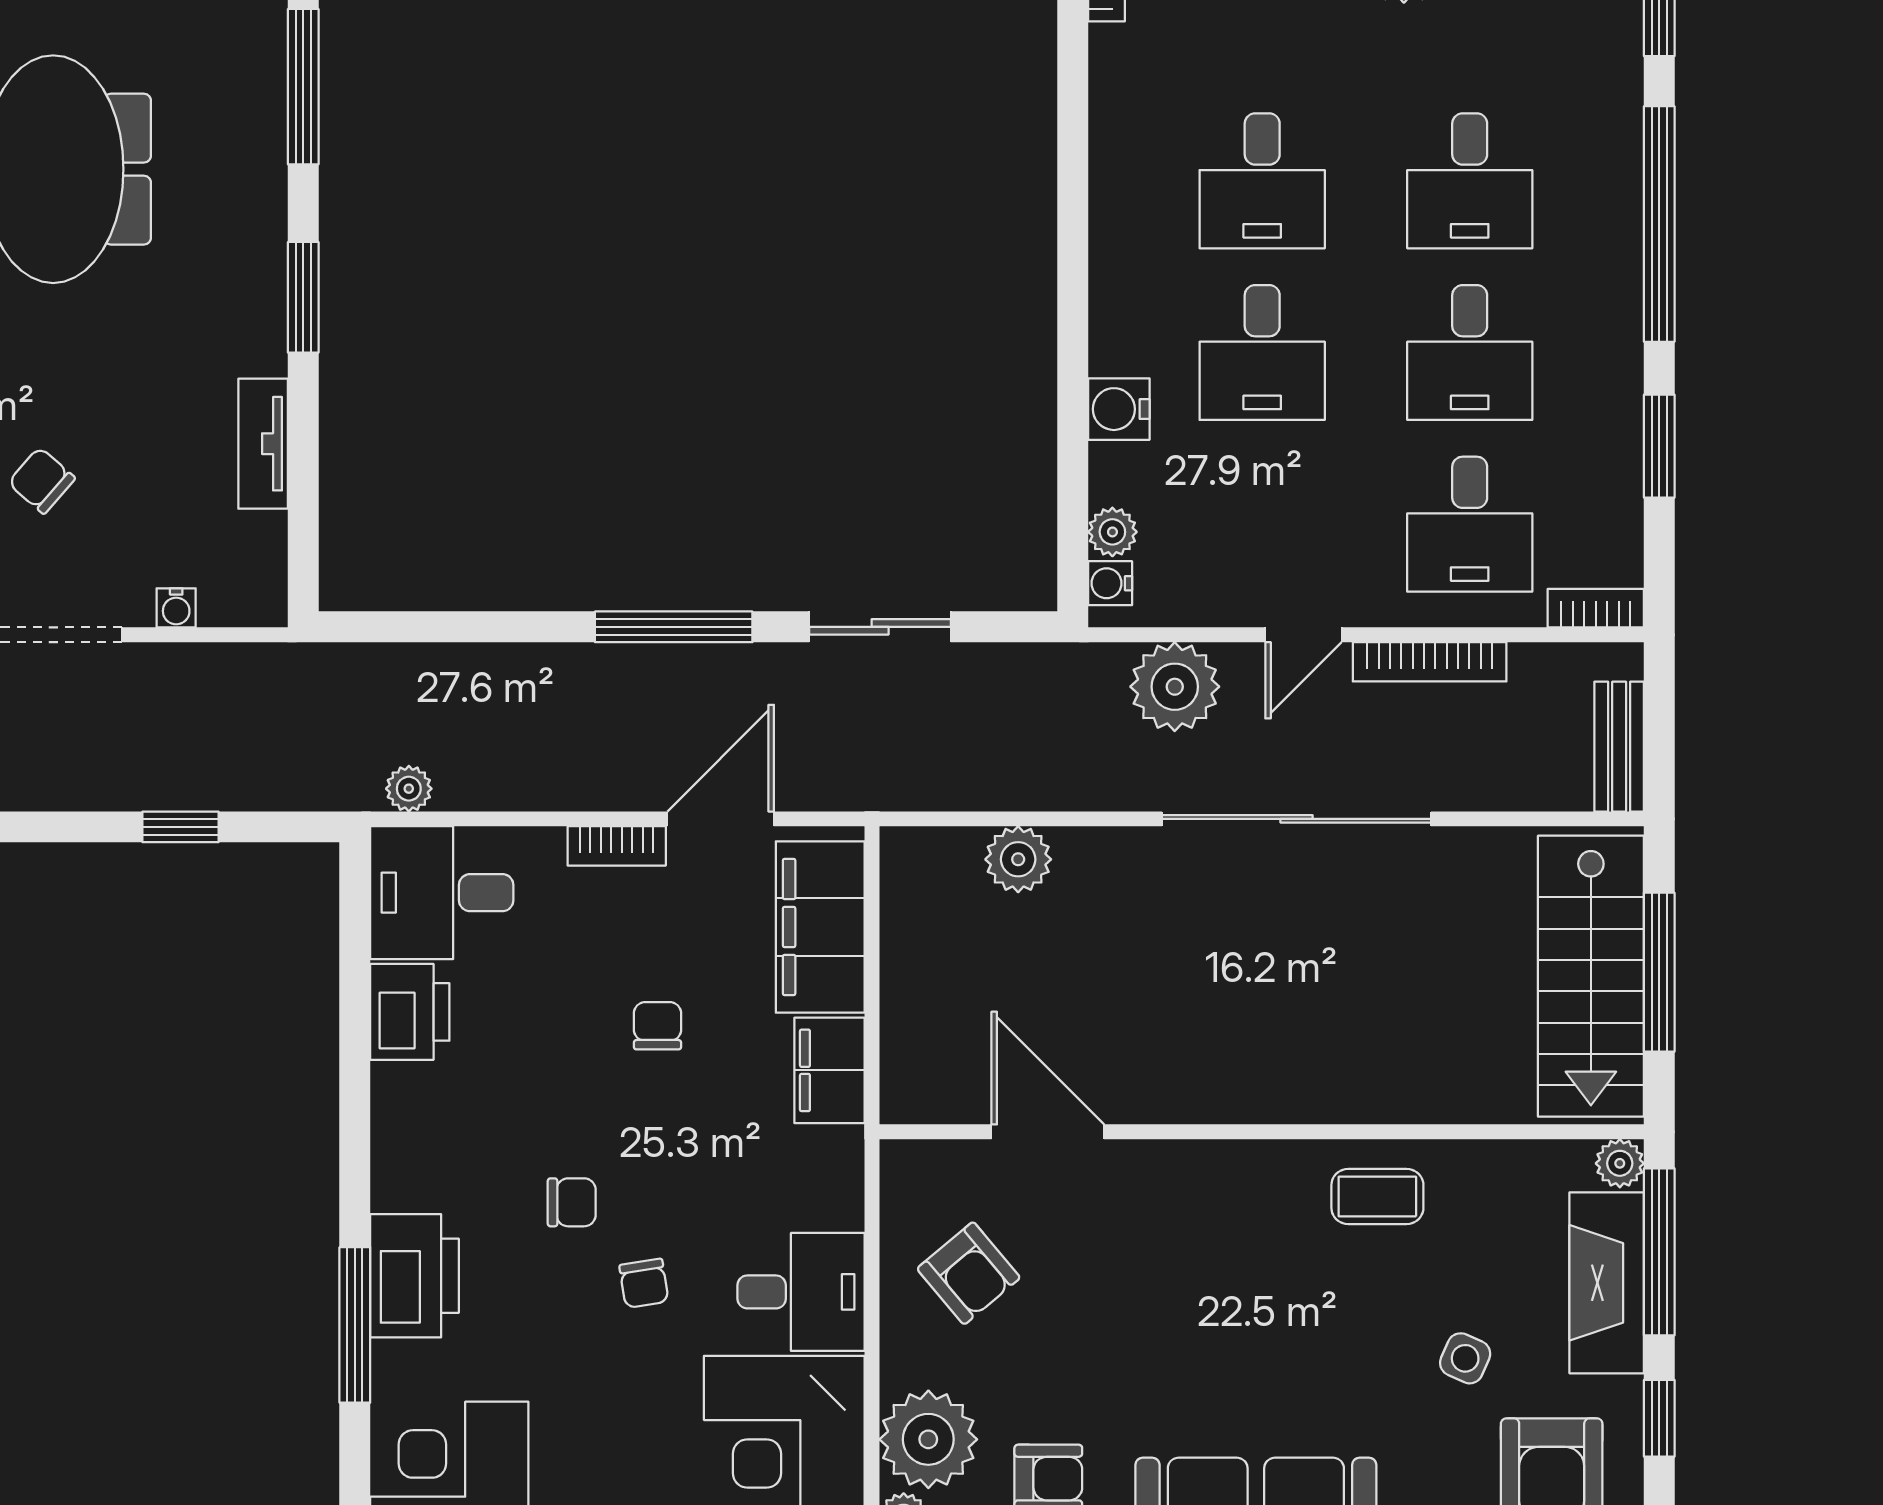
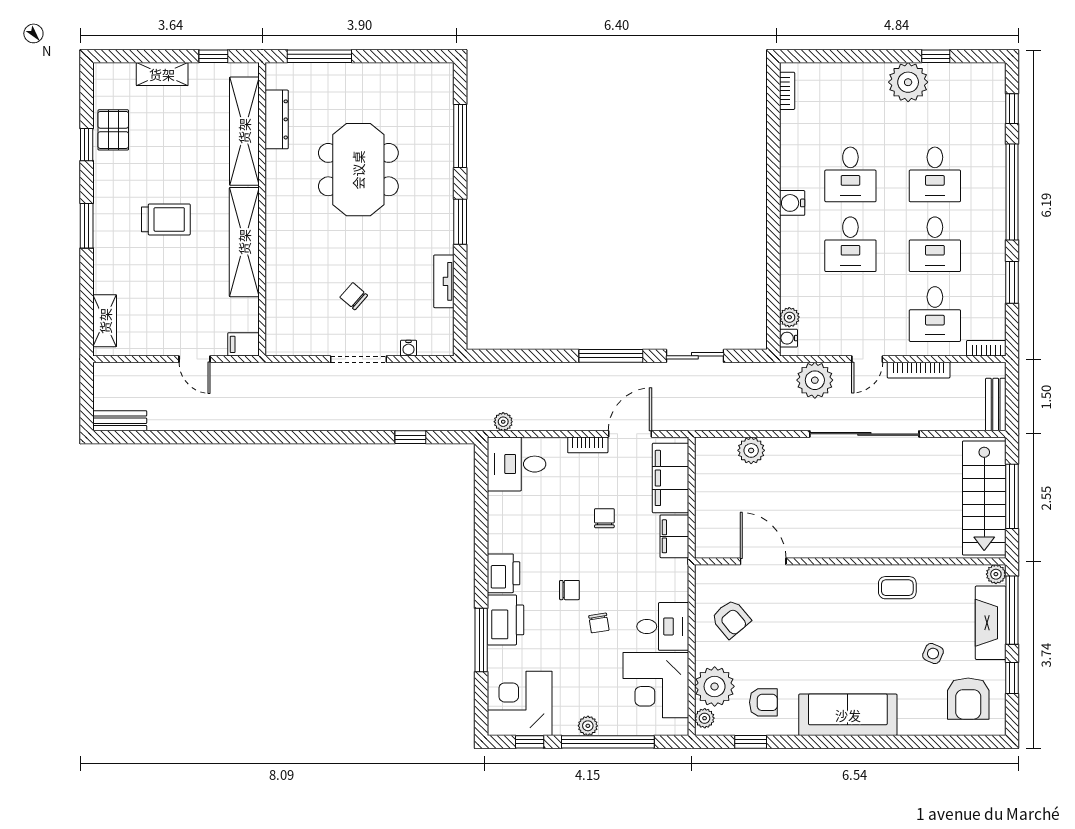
water cooler: (1119, 409) -> (792, 203), moved
printer: (410, 1012) -> (504, 573), moved

